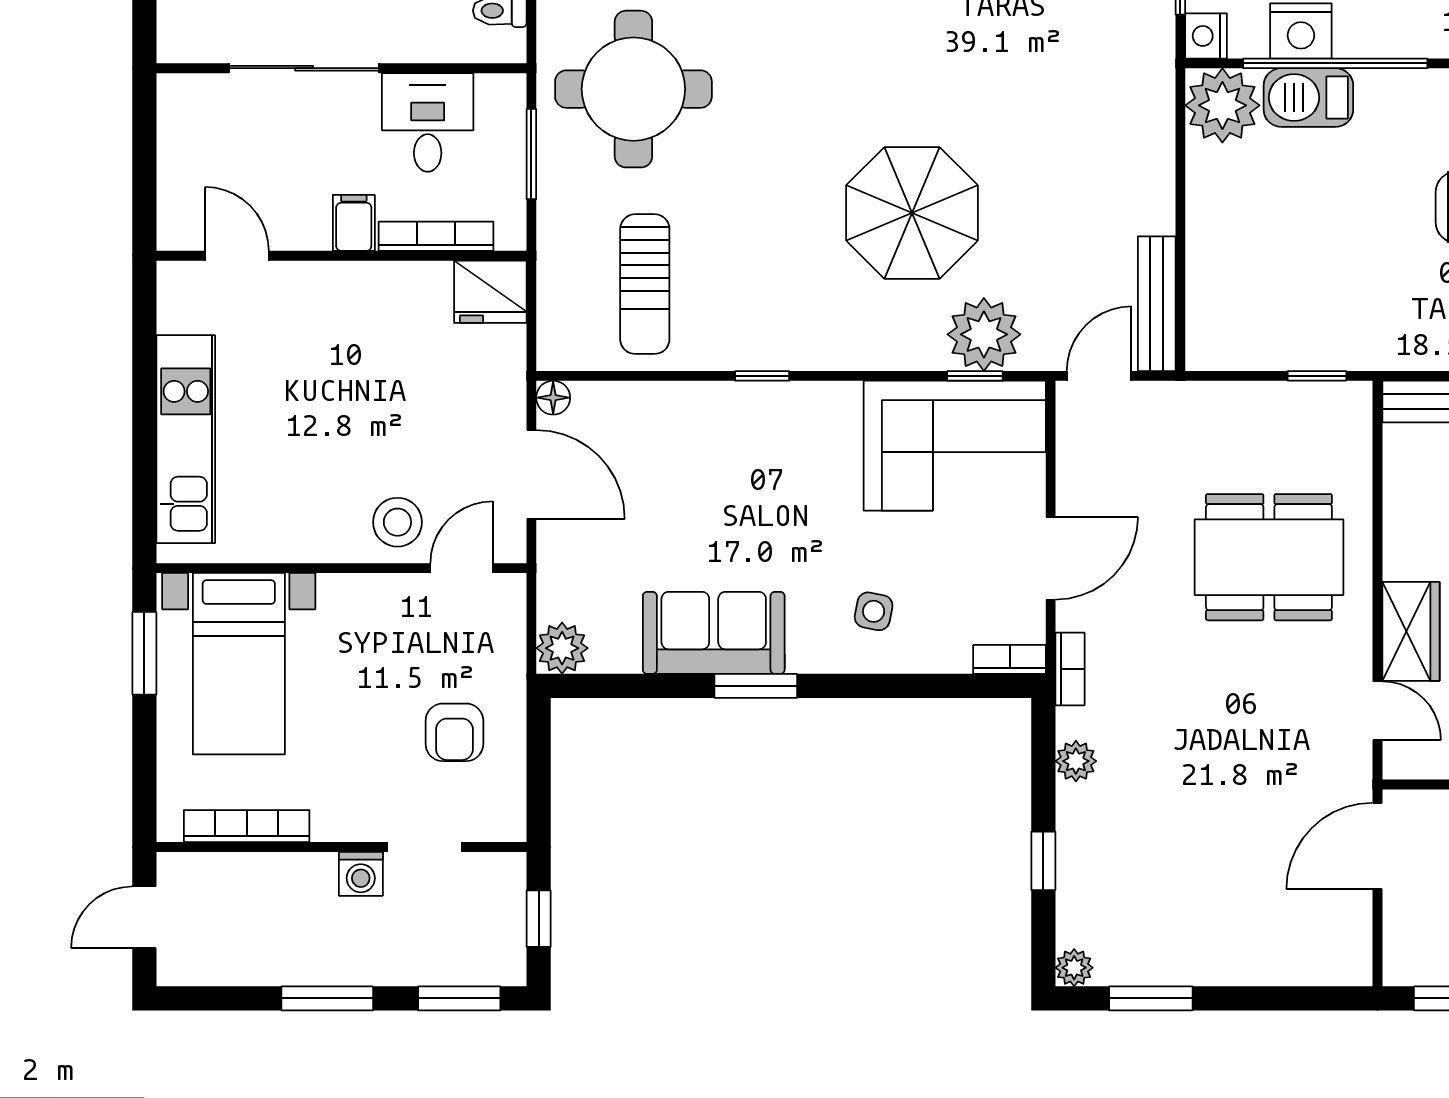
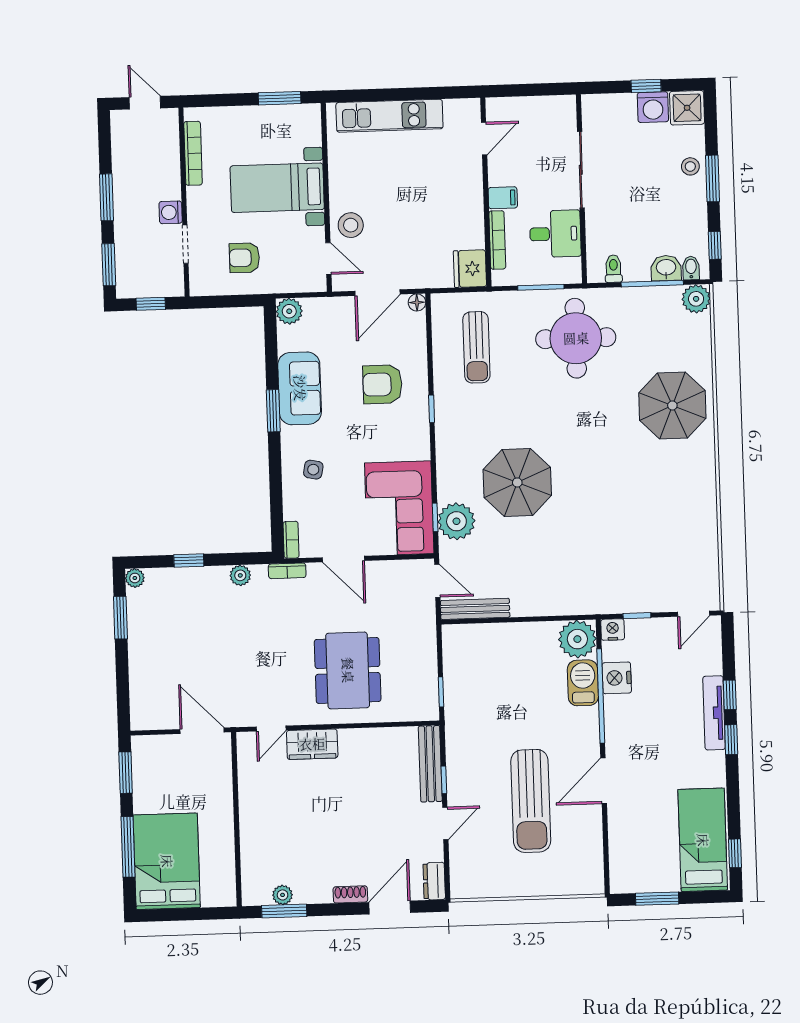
sun lounger: (645, 284) -> (476, 347), turned -90
armchair: (711, 470) -> (382, 384), added
bed with nightstands: (239, 664) -> (277, 188), moved

